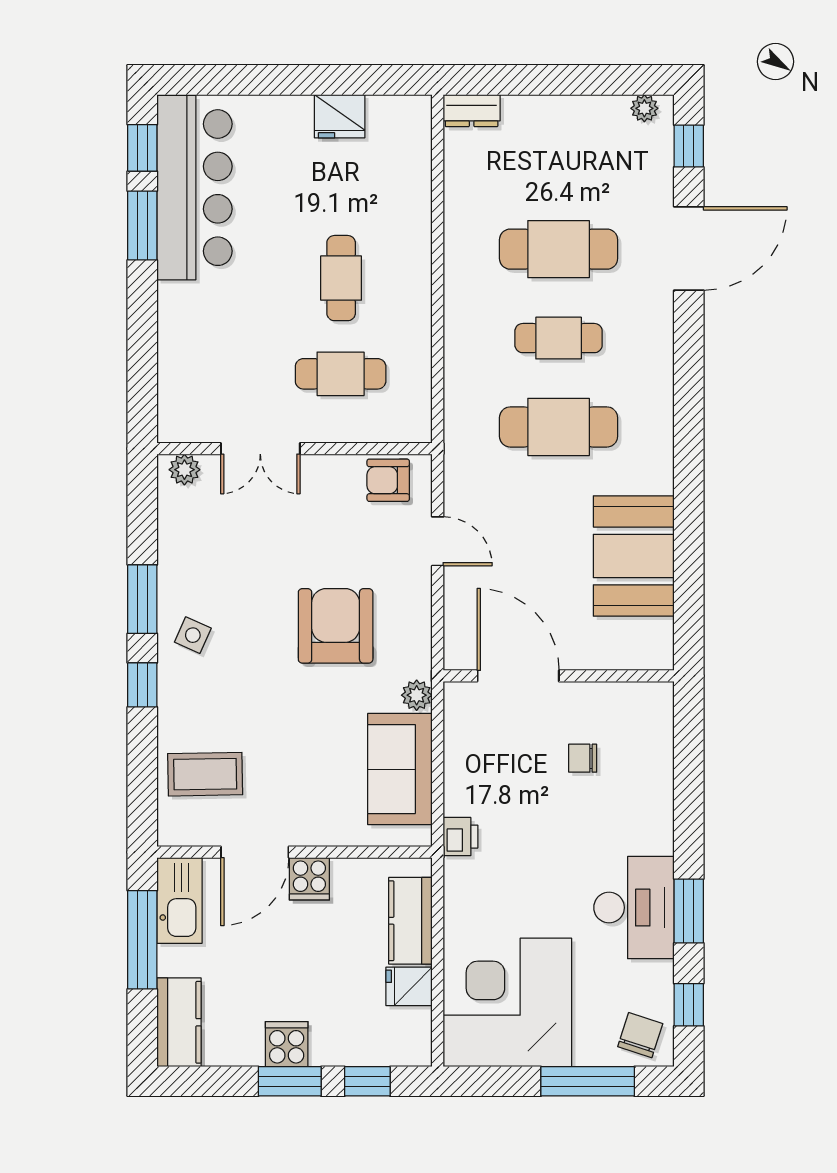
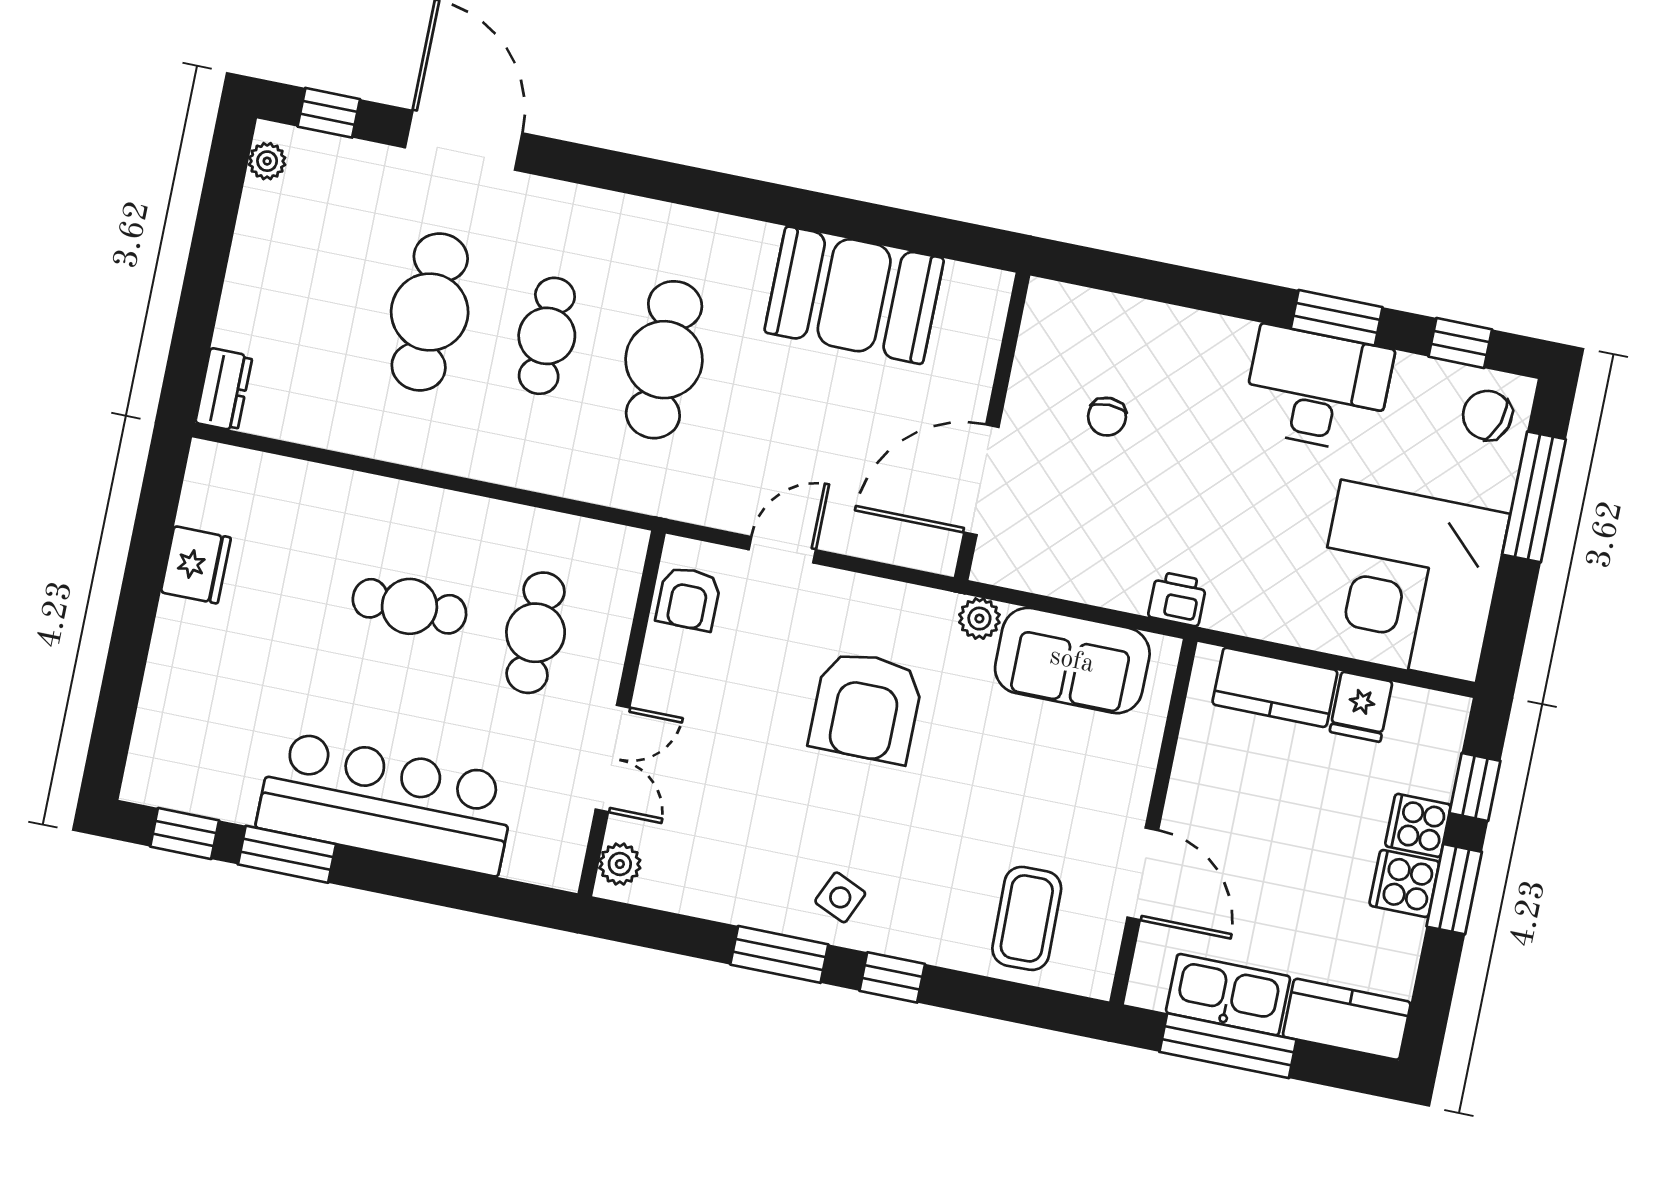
bar counter: (194, 188) -> (387, 803), moved
armchair: (336, 626) -> (866, 707), turned -90
cooker: (309, 879) -> (1418, 825), moved, turned 180
kitchen sink: (180, 900) -> (1228, 995), moved

